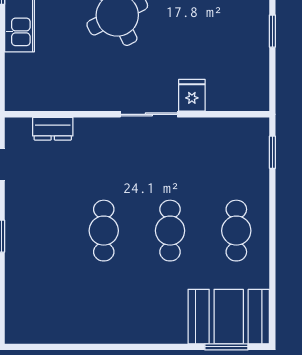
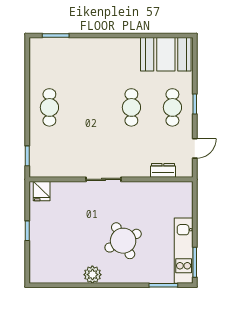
fridge: (192, 95) -> (42, 191), moved
cafe table: (170, 231) -> (172, 107), moved
booth: (229, 317) -> (166, 54), moved

